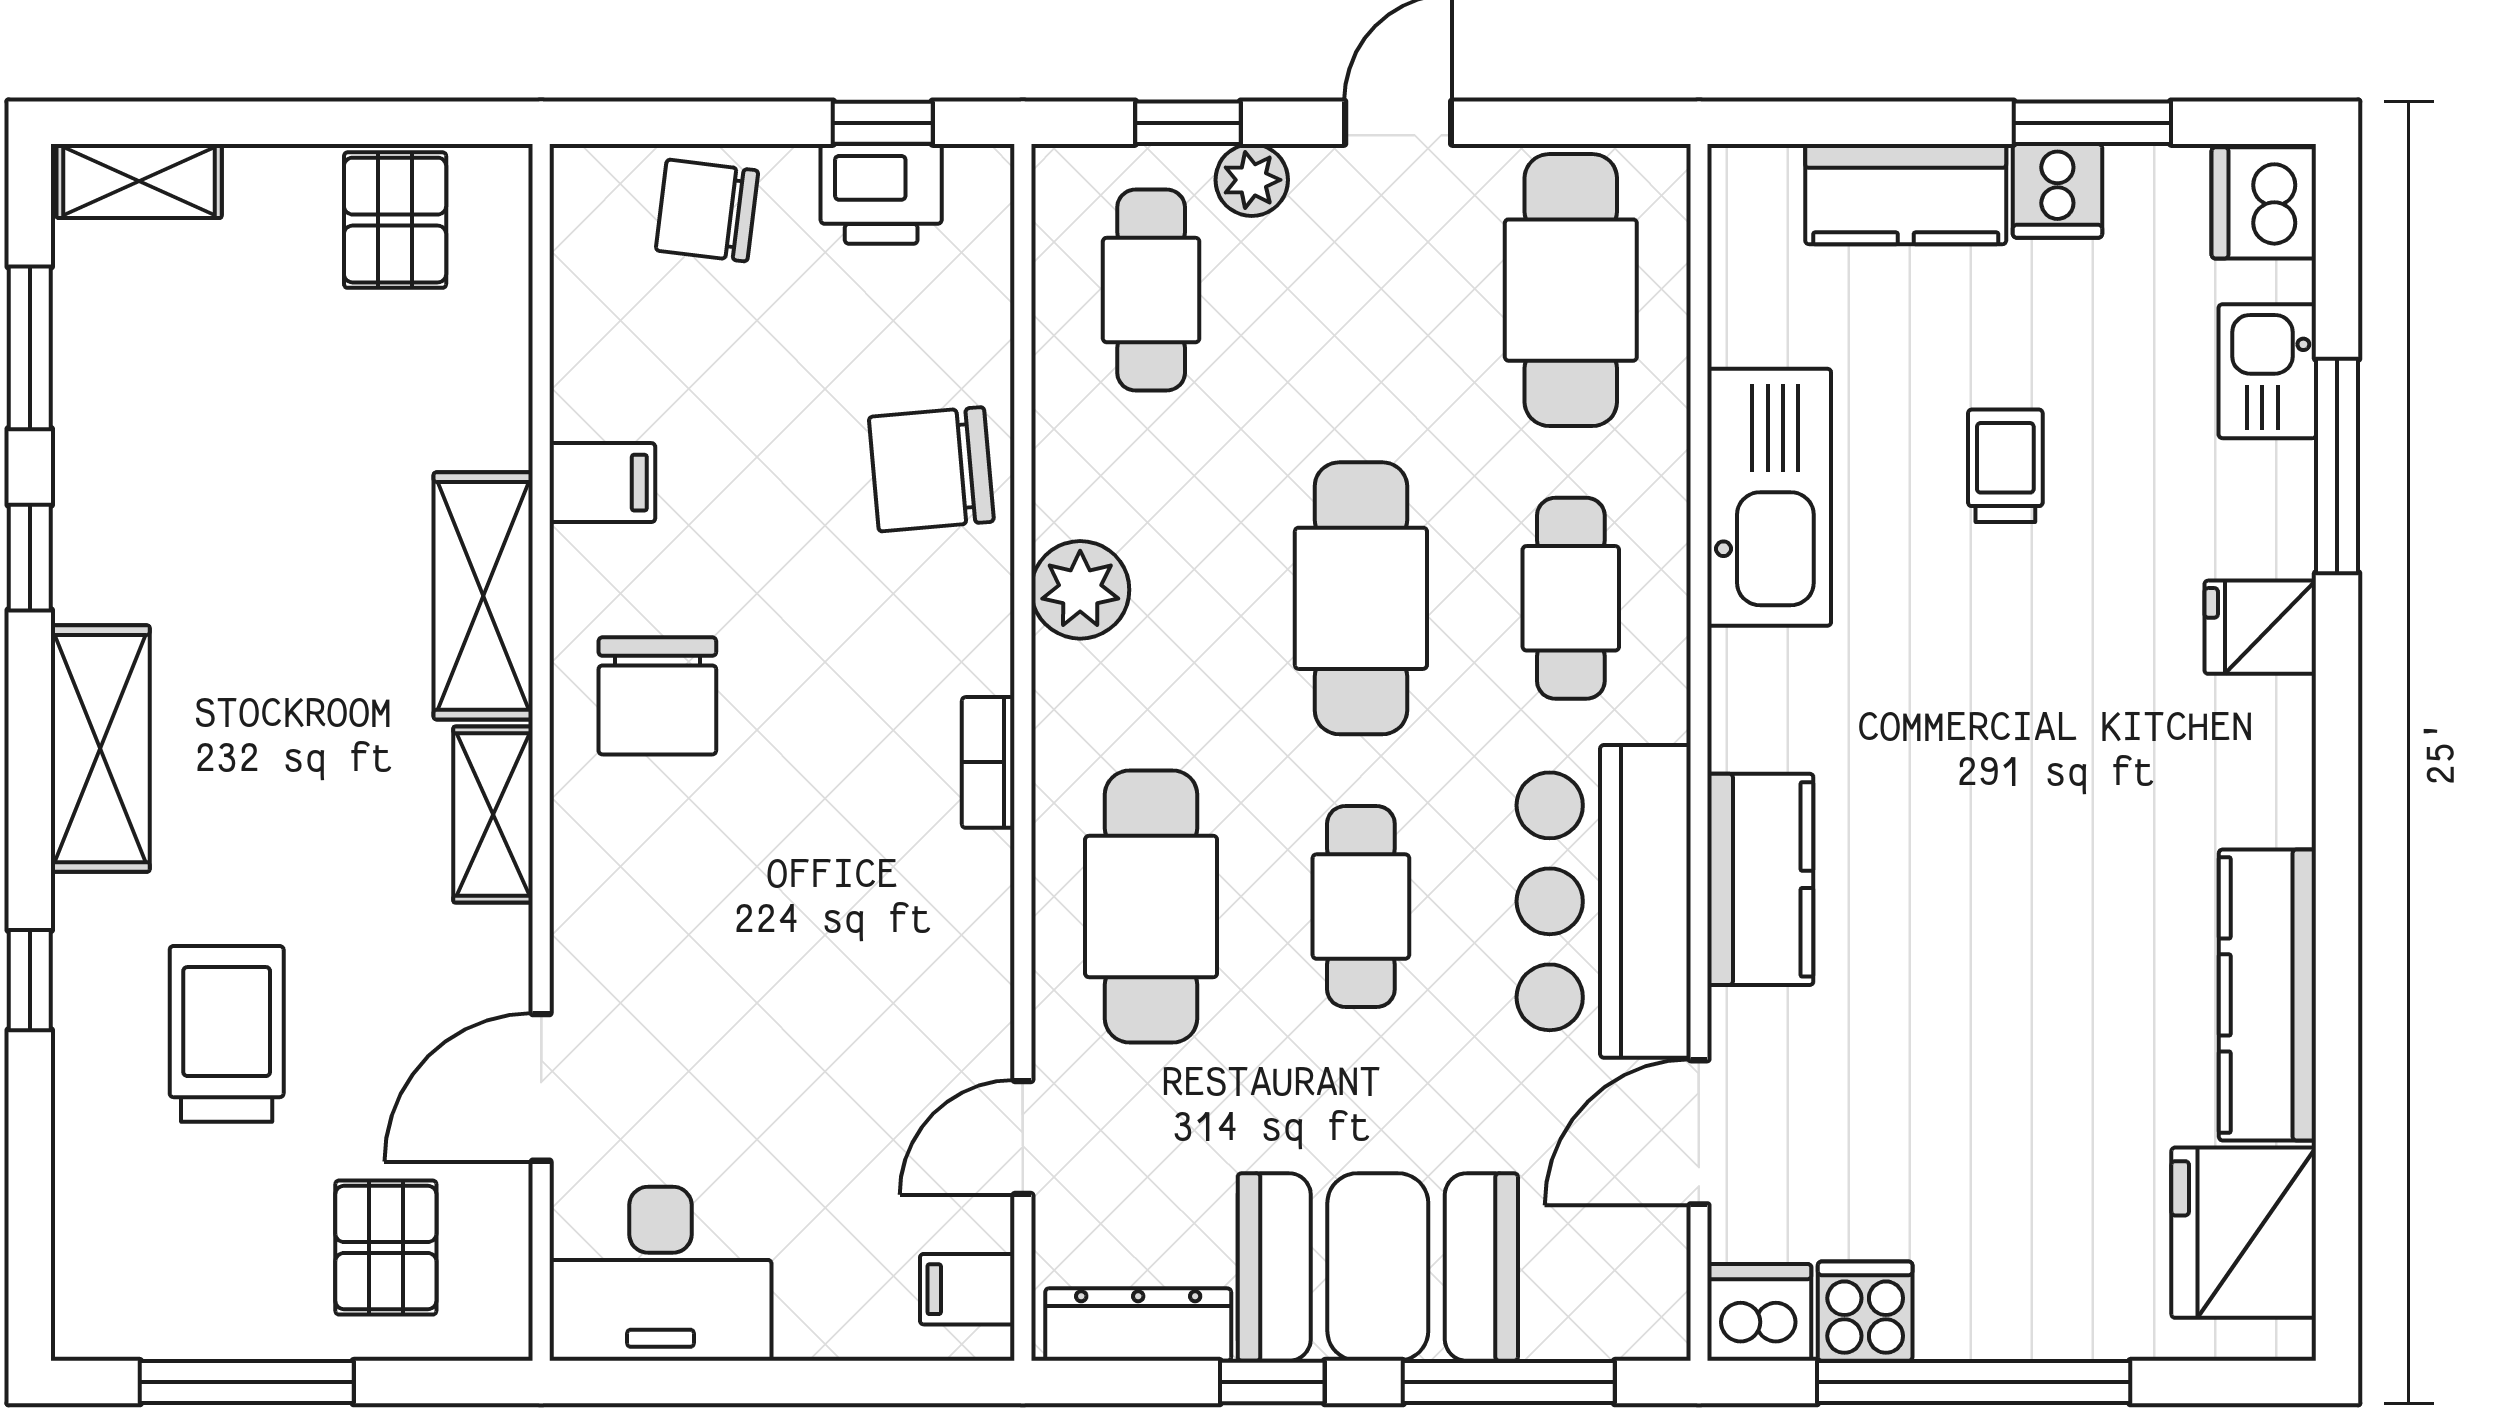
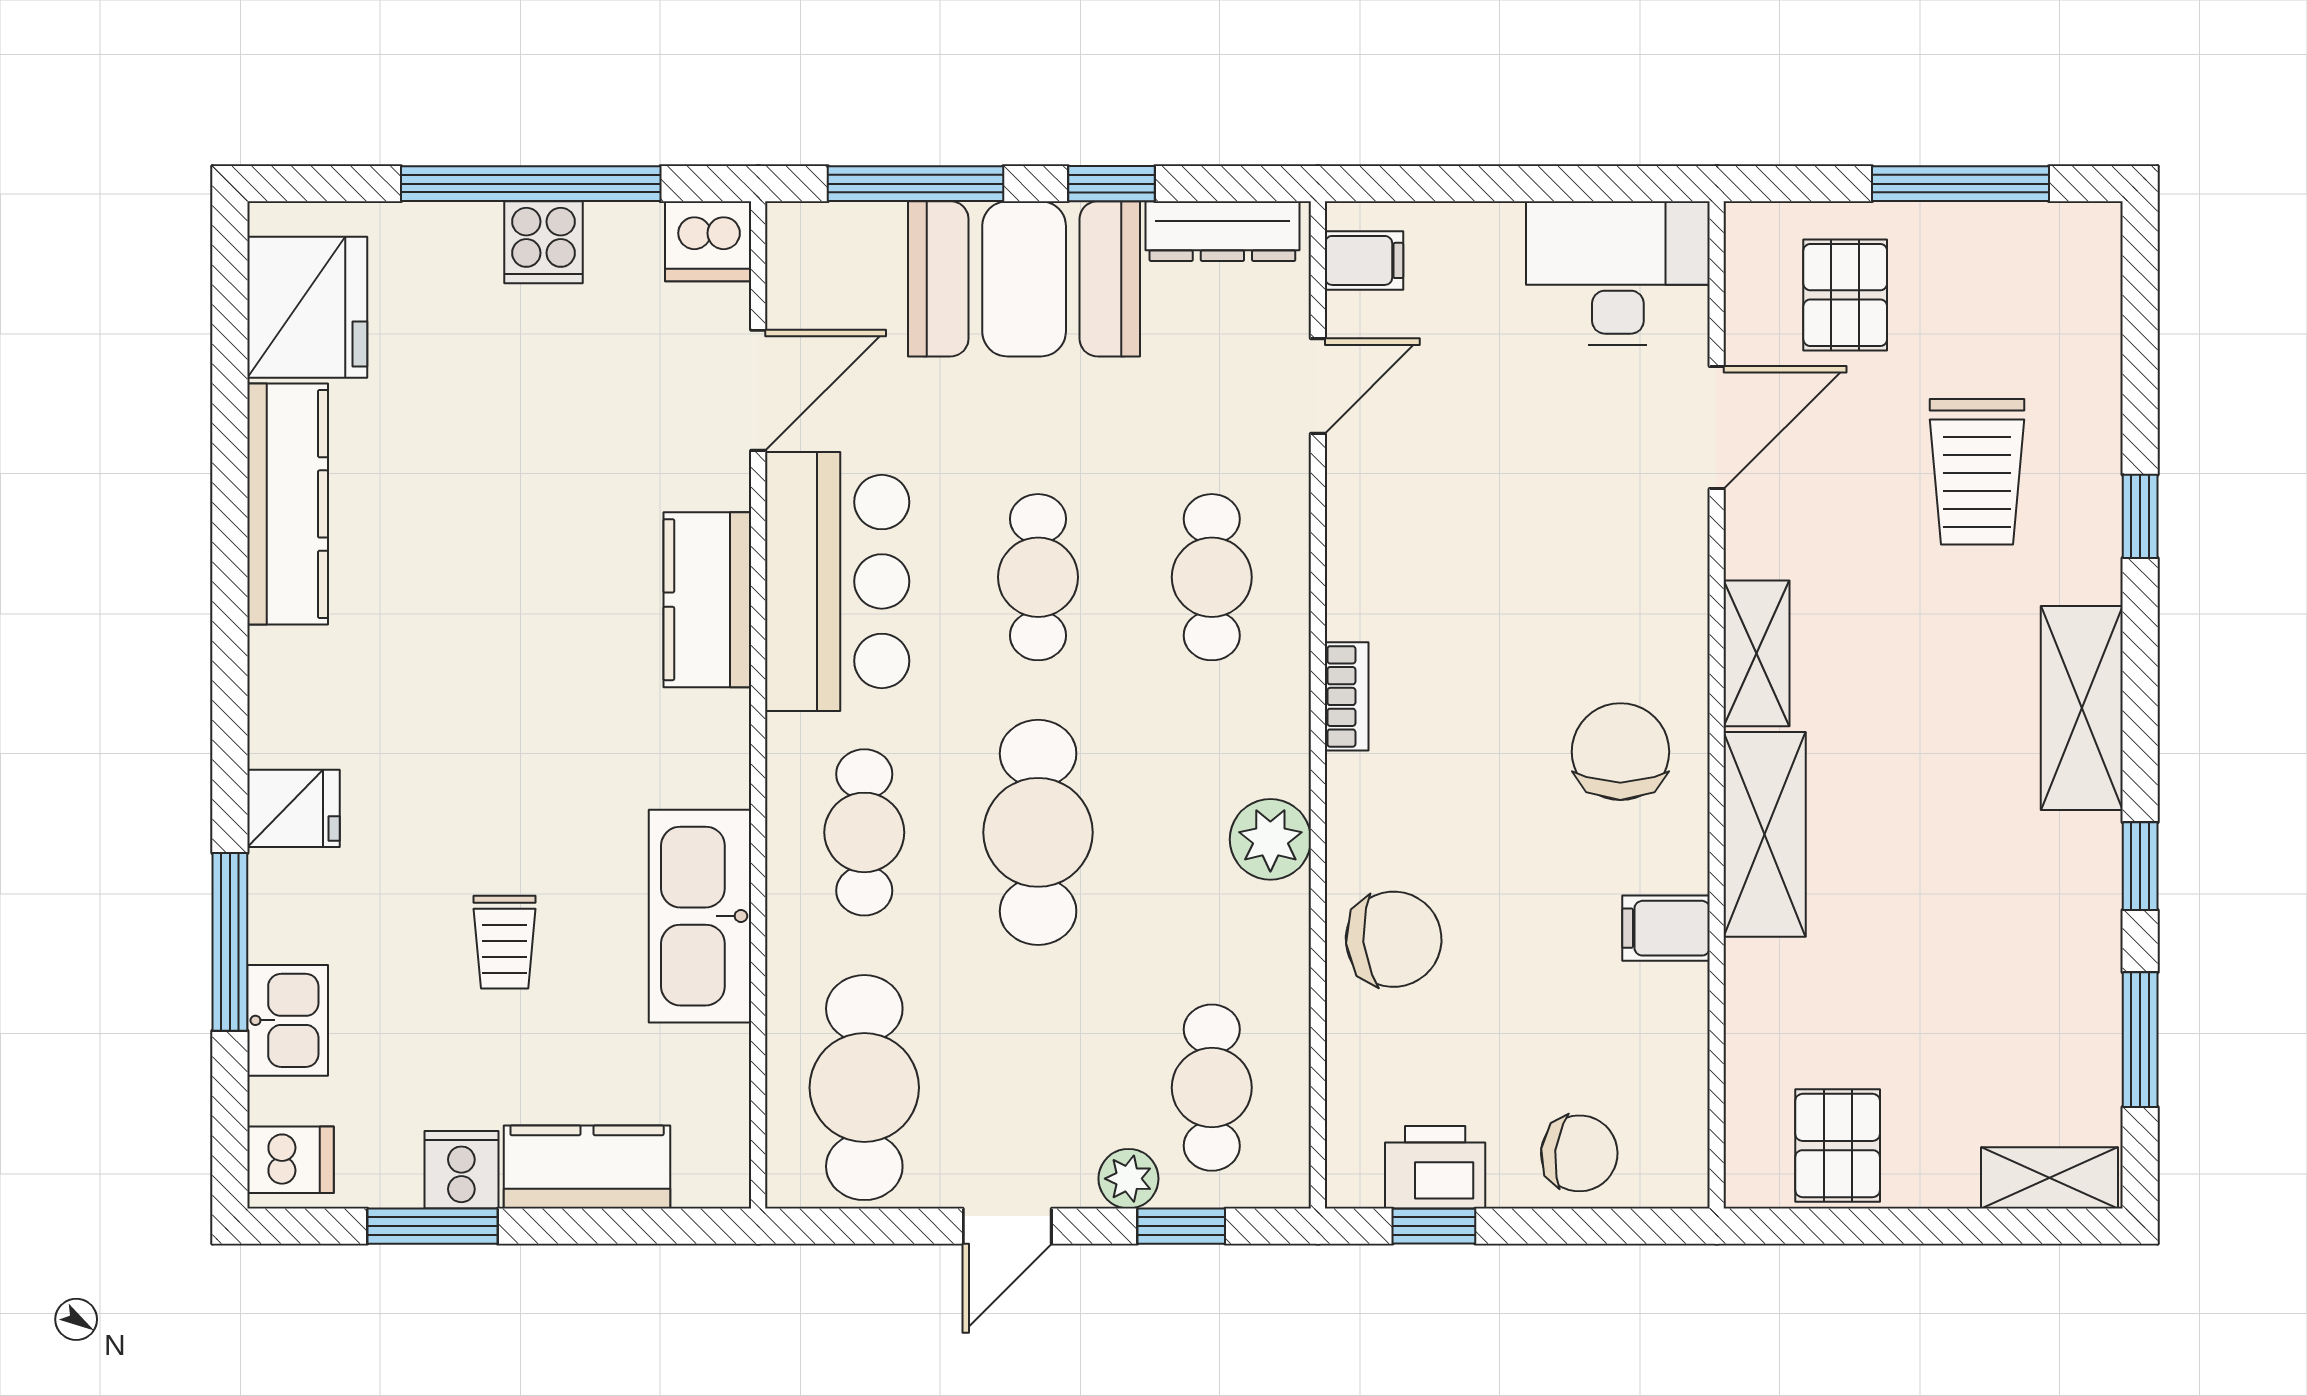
dishwasher: (2264, 203) -> (291, 1160), width x0.73
cafe table: (1151, 907) -> (1212, 577), width x0.73, depth x0.74
cooker: (1865, 1311) -> (543, 242), moved

